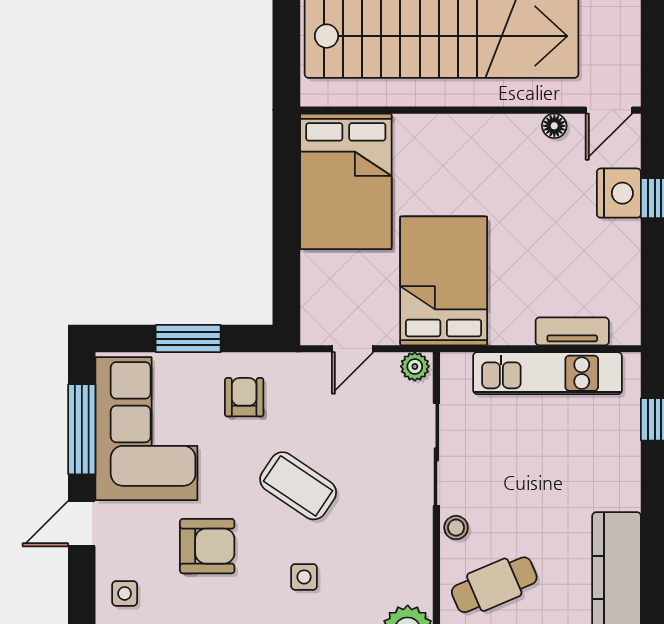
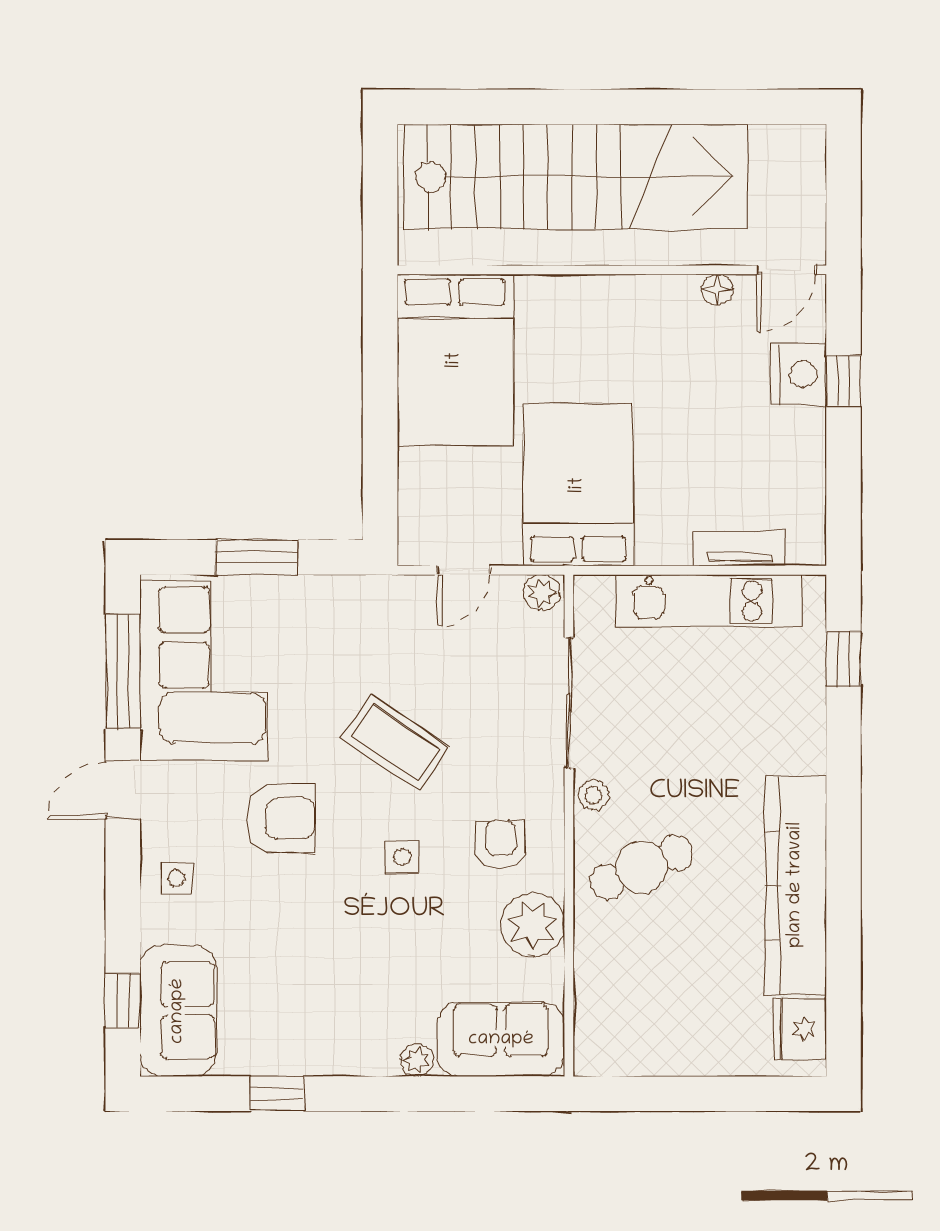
armchair: (244, 397) -> (500, 845), moved

